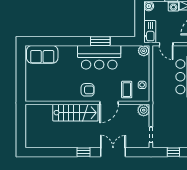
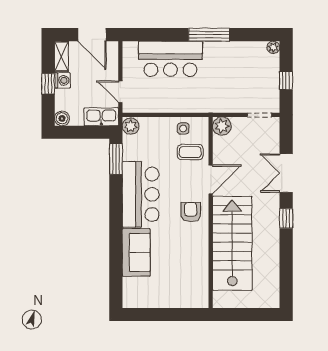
window: (100, 41) -> (116, 159), moved
door: (166, 44) -> (120, 92), swing flipped
sofa: (42, 54) -> (136, 252), moved
door: (109, 103) -> (211, 179), hinge flipped
stairs: (75, 113) -> (232, 243), width x1.36, depth x1.51

